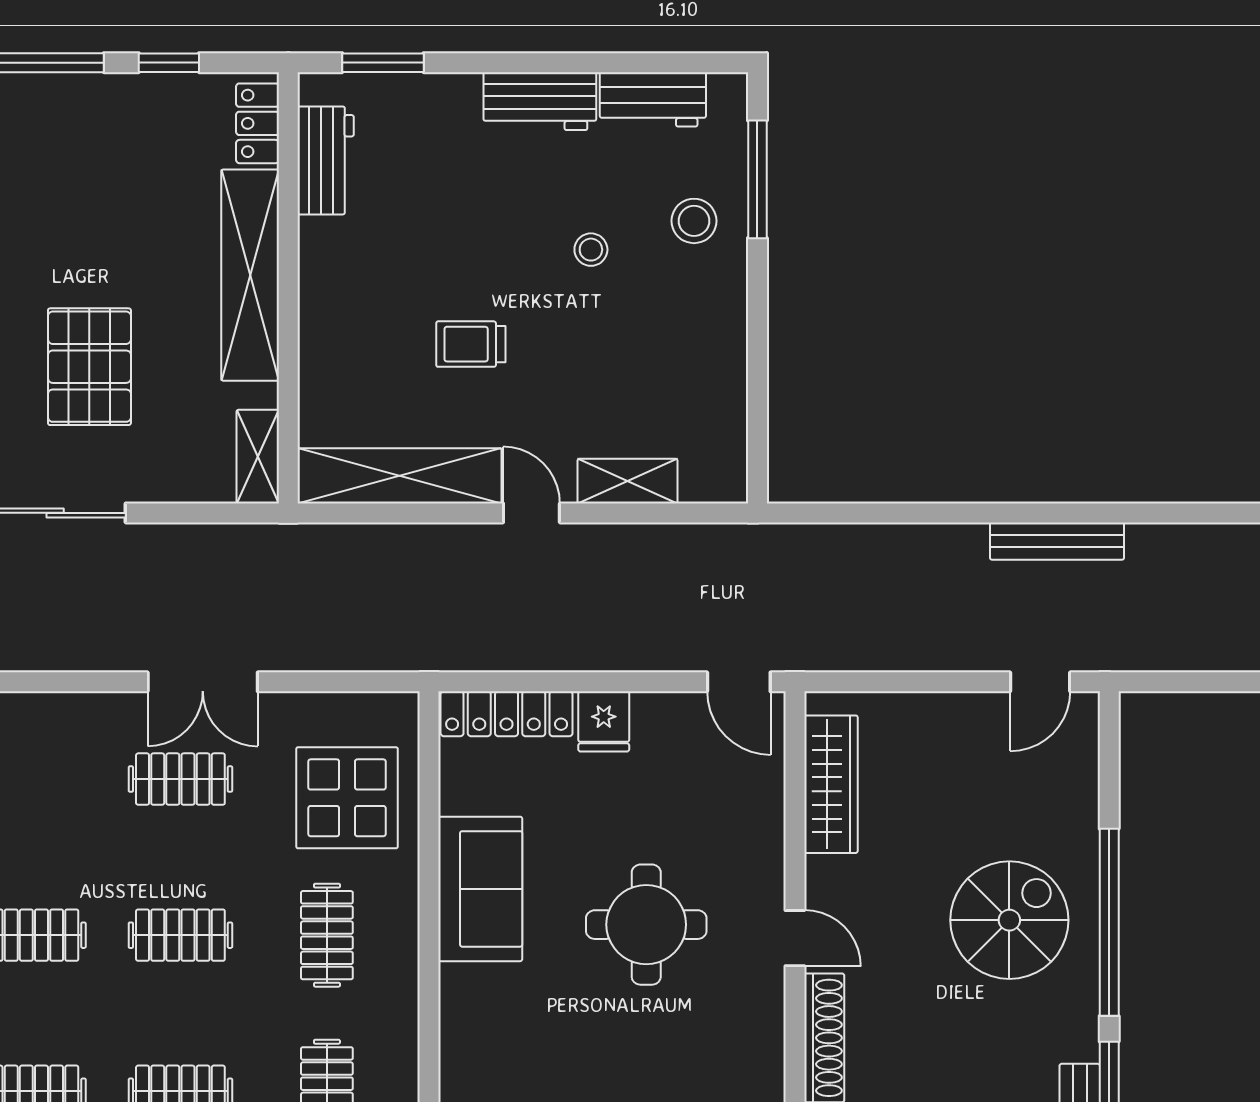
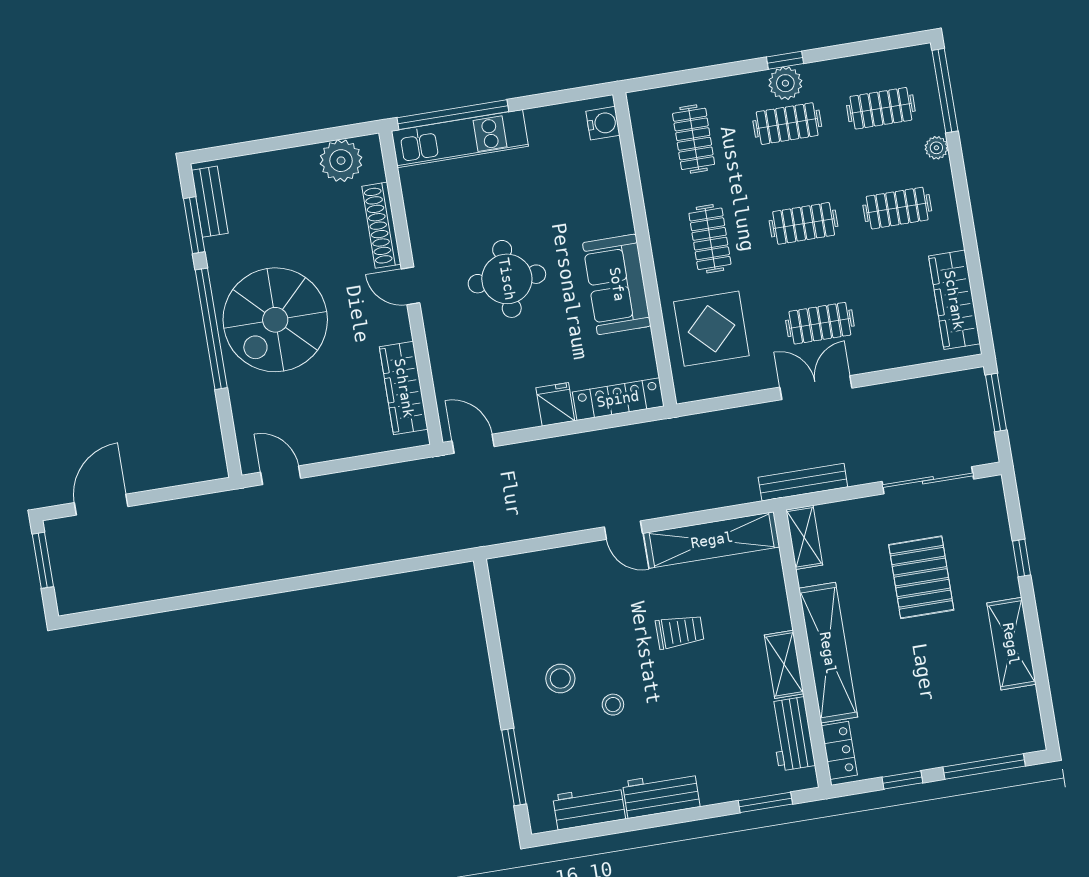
stool: (694, 221) -> (560, 679), moved
shelving: (628, 481) -> (784, 664), moved, turned 90
bench: (1057, 541) -> (803, 482), moved
door: (1040, 682) -> (281, 475), hinge flipped
spiral stairs: (1009, 920) -> (275, 320), width x1.37, depth x1.37

